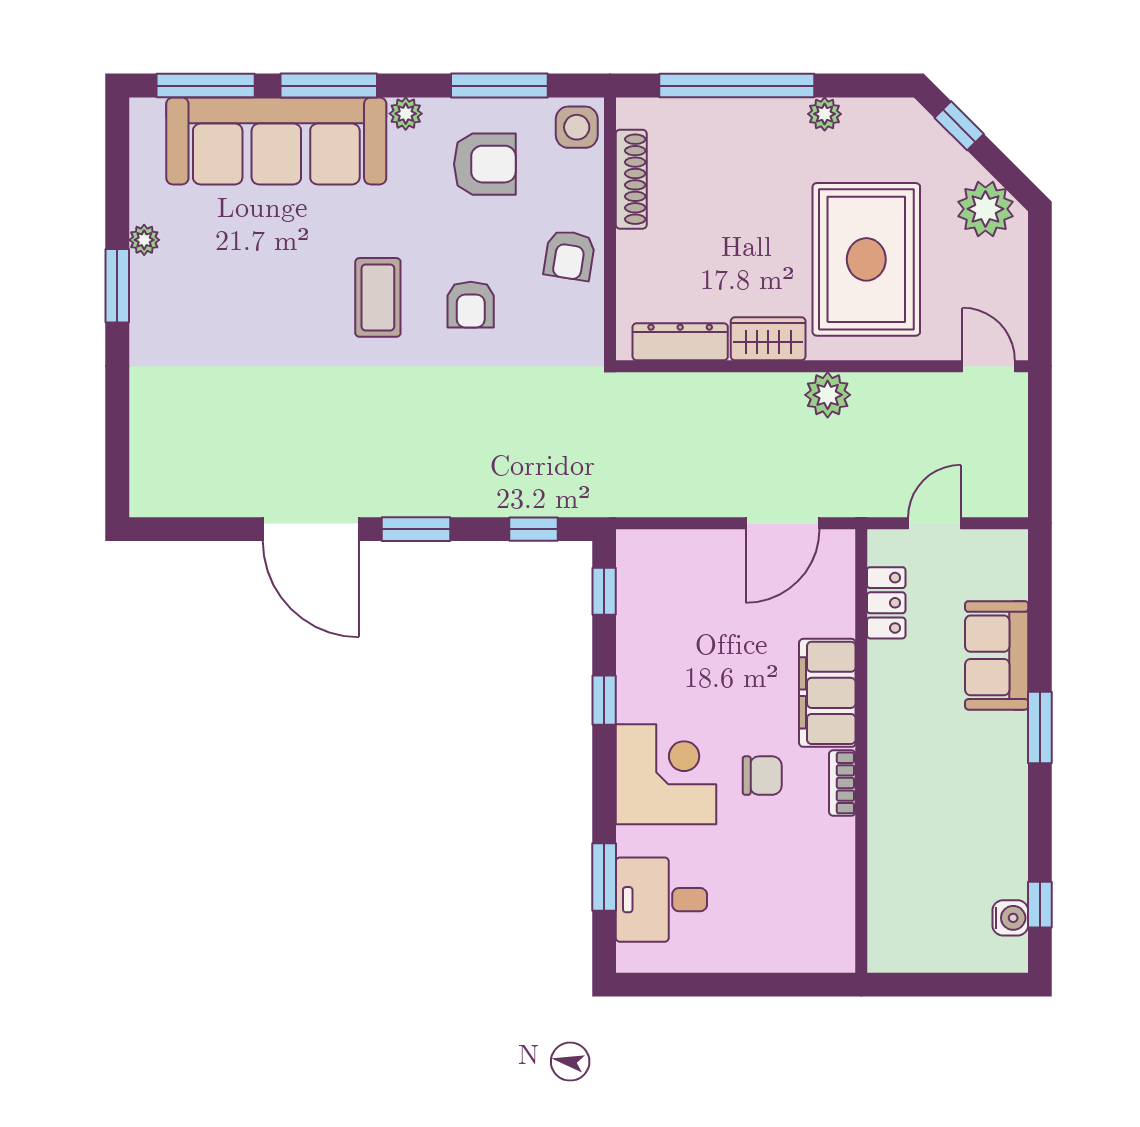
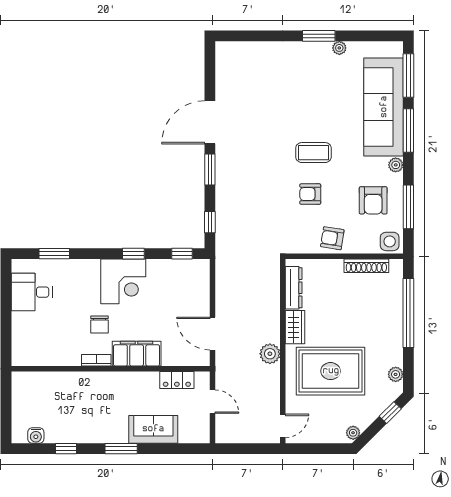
plant: (825, 114) -> (396, 374), moved
plant: (985, 209) -> (353, 433), width x0.53, depth x0.53
corner desk: (666, 774) -> (123, 281), moved
desk: (661, 900) -> (32, 292), moved, turned -90
window: (1040, 905) -> (66, 449), moved

